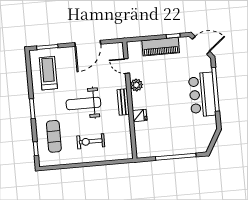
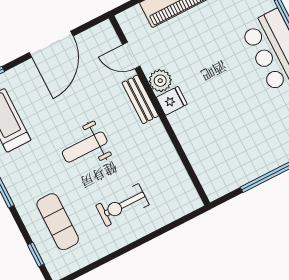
bench: (123, 102) -> (140, 99), moved
weight bench: (83, 103) -> (85, 147), width x0.73, depth x0.75
fridge: (140, 116) -> (172, 101), moved

